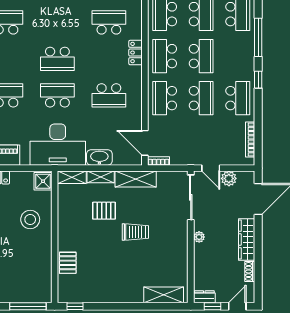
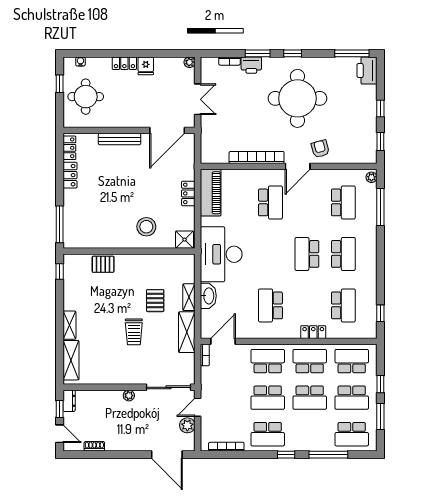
school desk: (57, 95) -> (343, 254), moved
shelving: (72, 177) -> (69, 325), moved
wardrobe: (247, 240) -> (126, 443), removed

